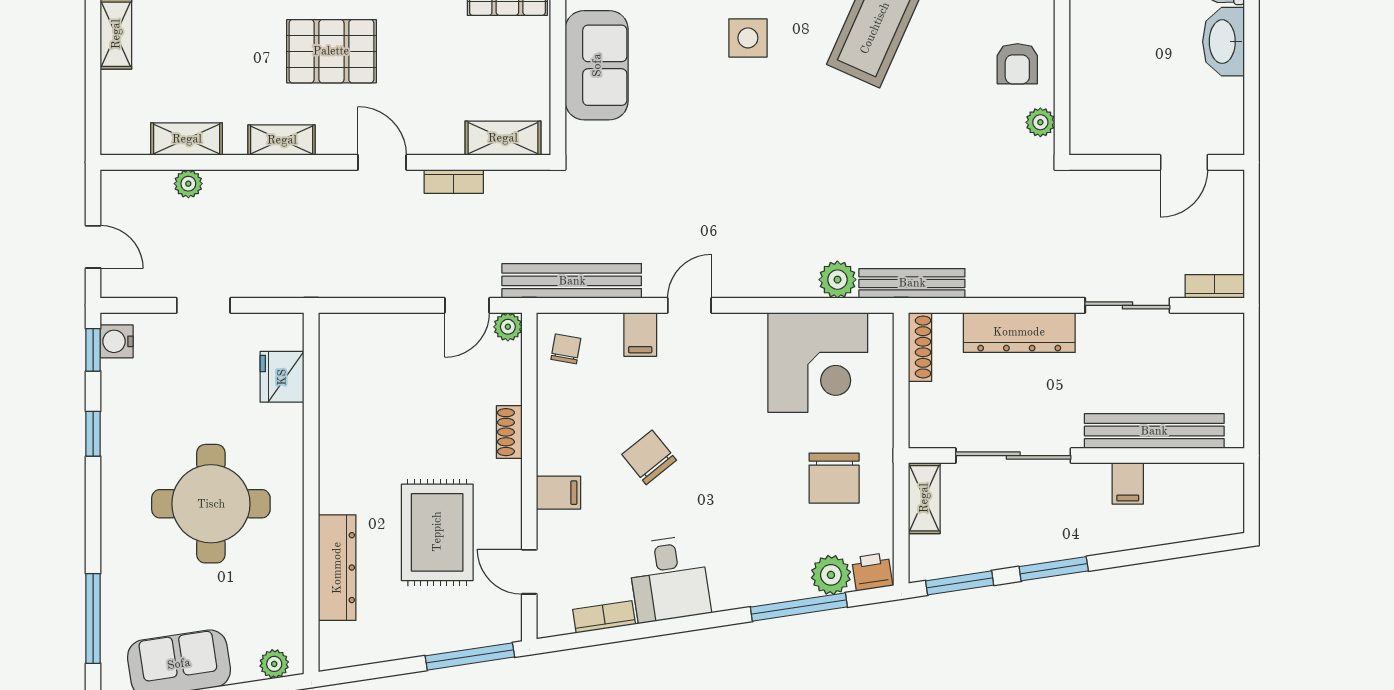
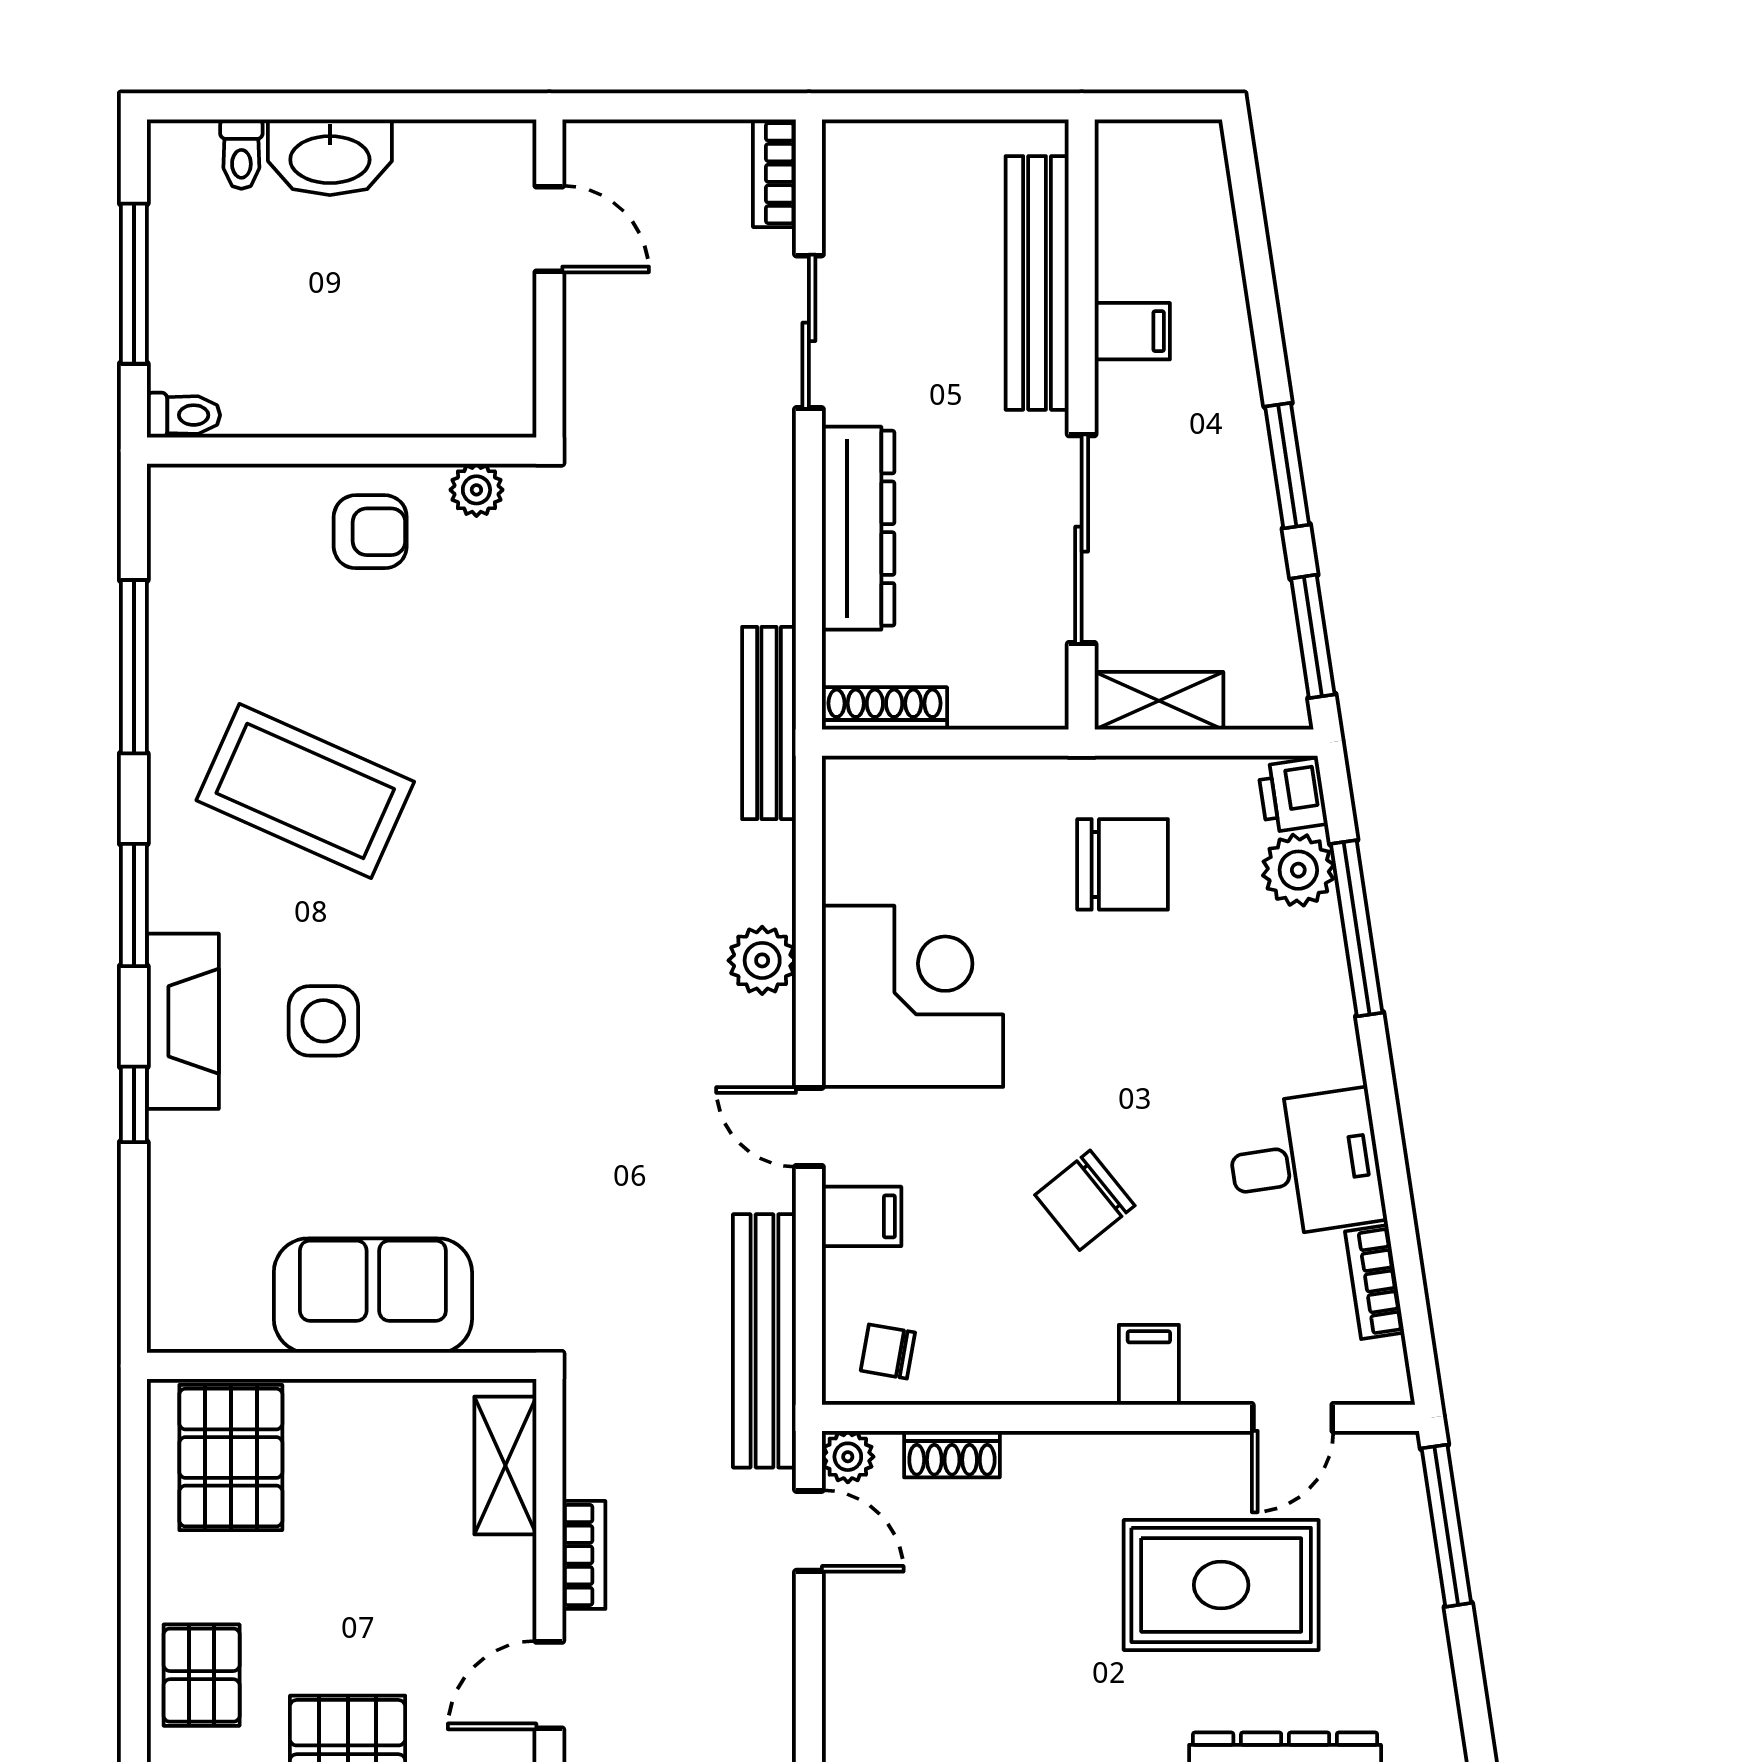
plant: (837, 280) -> (762, 960), moved
corner desk: (818, 362) -> (913, 996), moved
shoe rack: (509, 432) -> (952, 1454), moved

